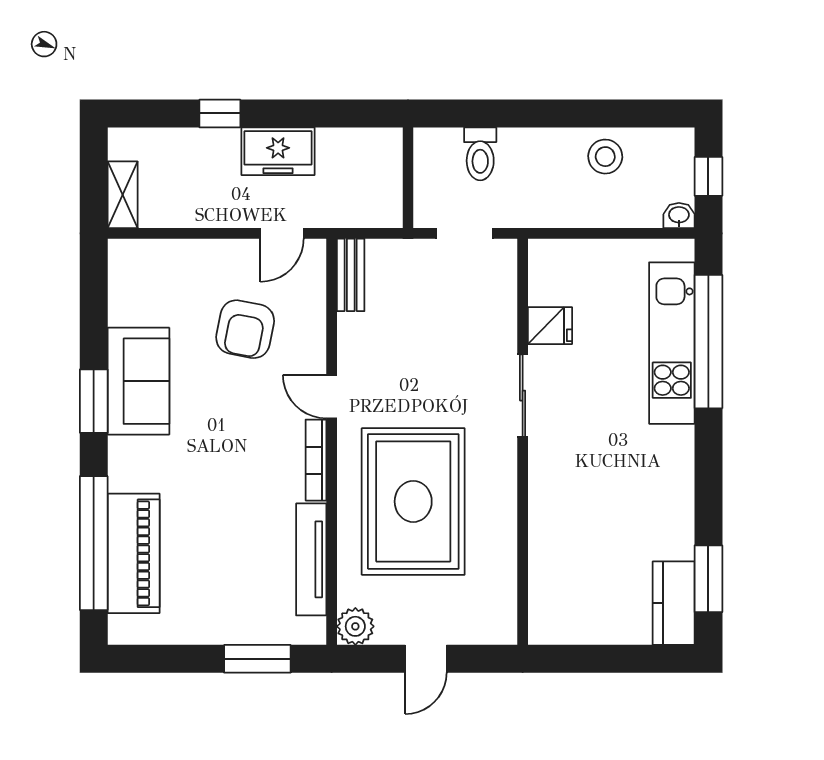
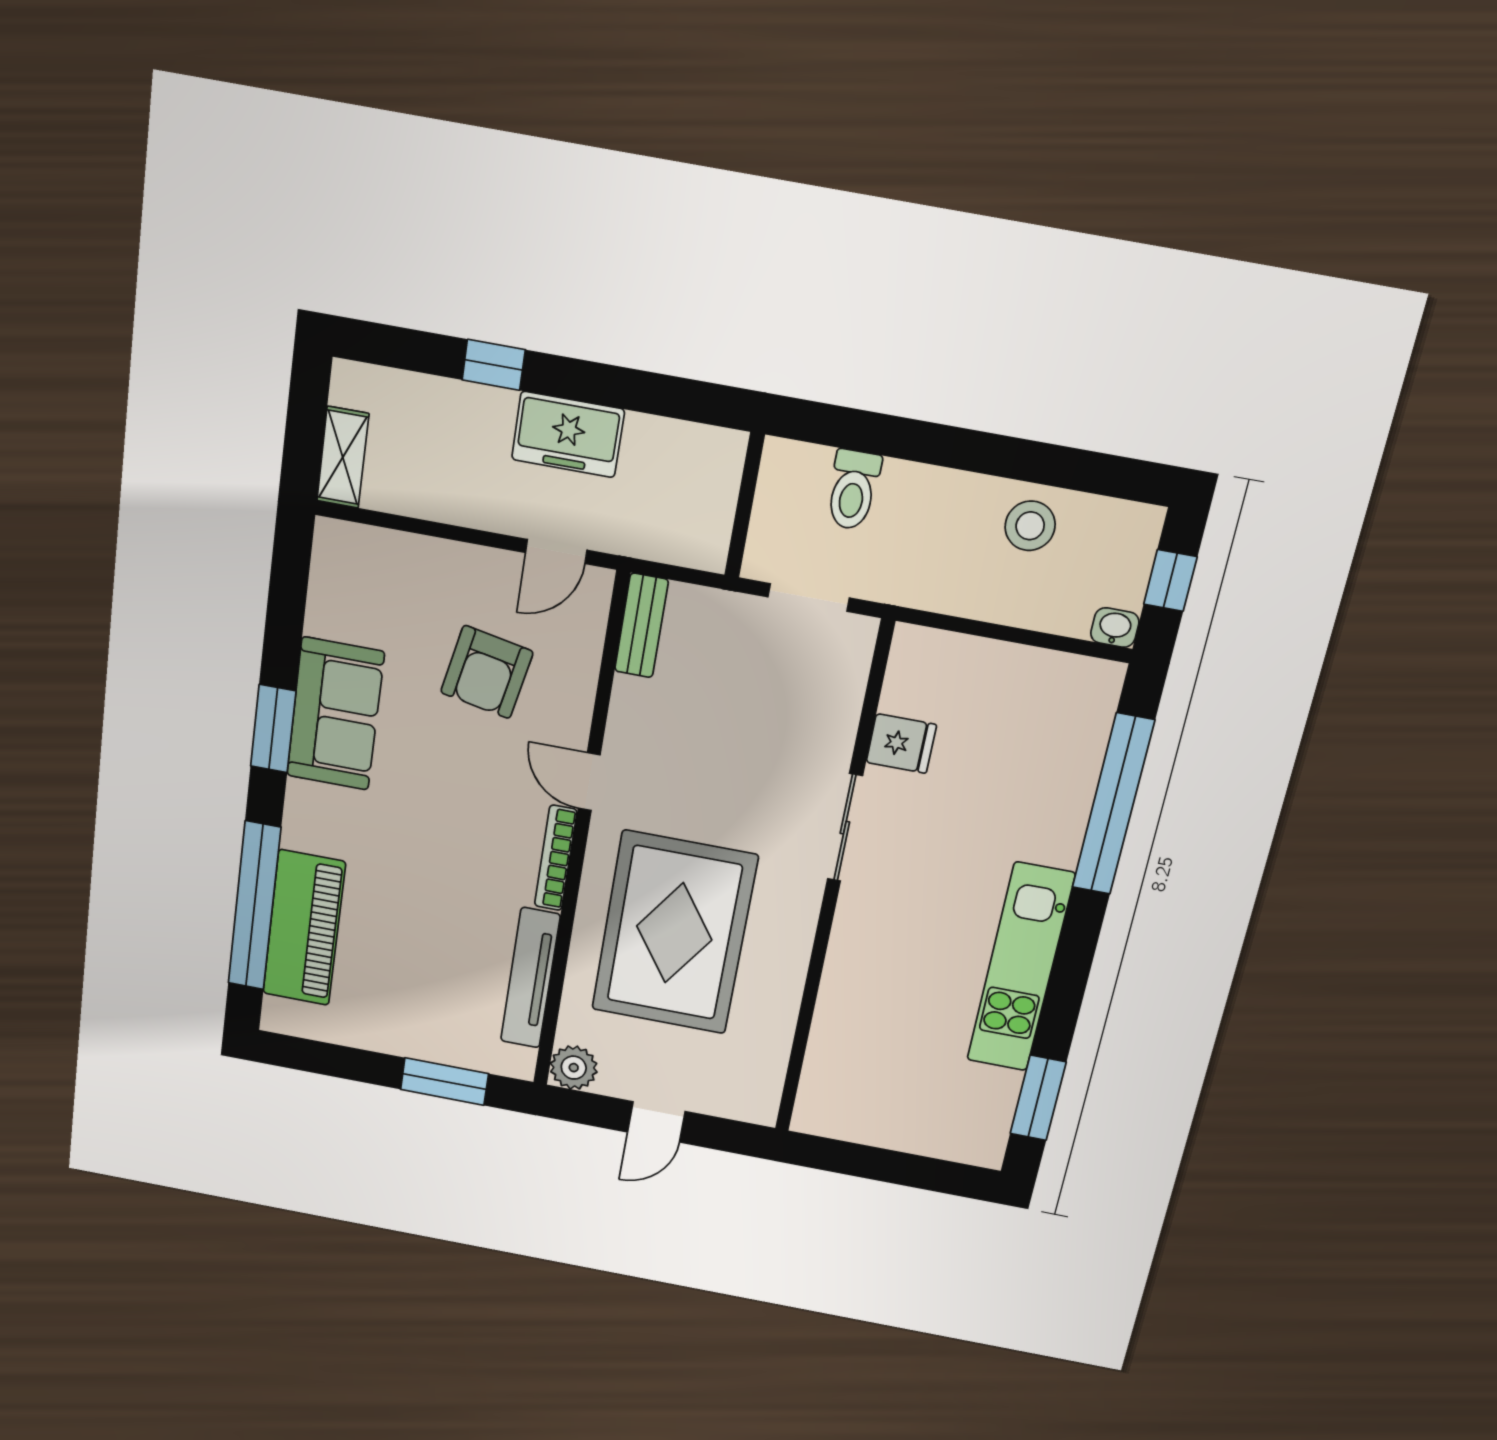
kitchen unit: (672, 343) -> (1020, 968), moved
kitchen counter: (674, 603) -> (986, 1118), removed

